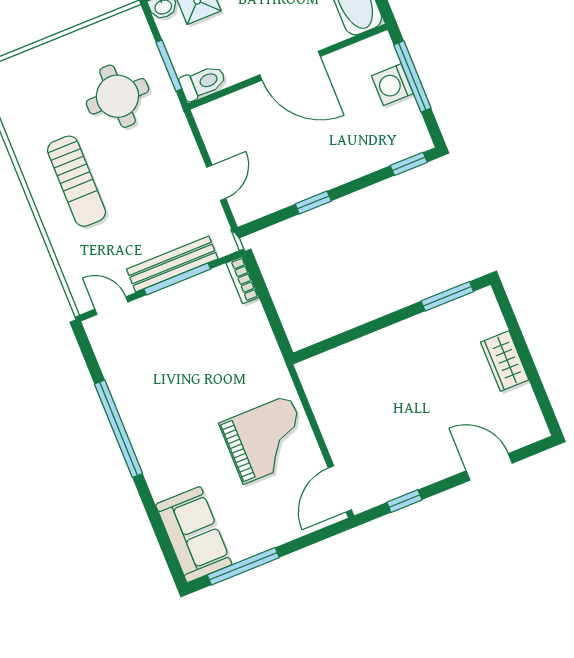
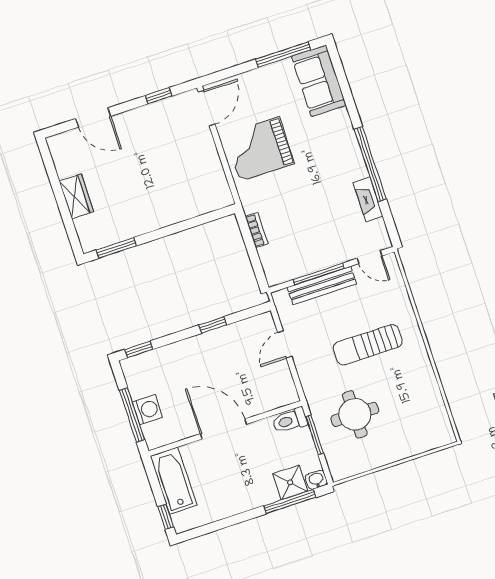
sun lounger: (76, 181) -> (368, 345), moved, turned -90
bookcase: (242, 280) -> (256, 230), moved
fireplace: (118, 382) -> (368, 199), added

